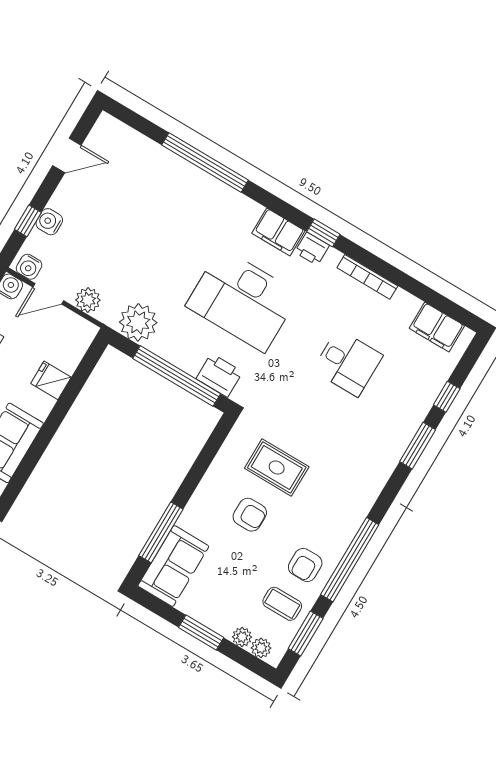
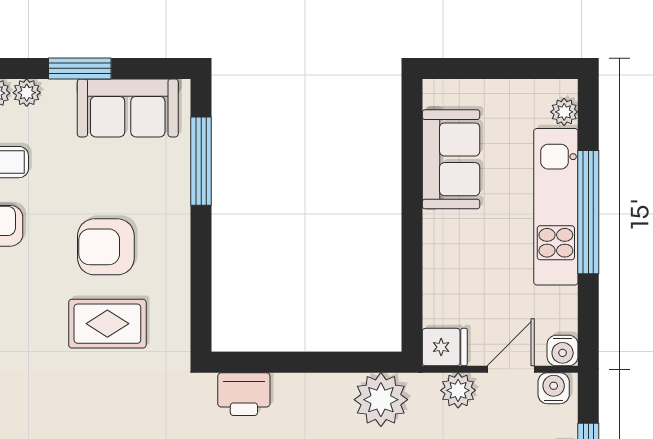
window: (177, 376) -> (295, 362), removed
fridge: (51, 380) -> (445, 347), moved
armchair: (250, 515) -> (106, 247), width x1.38, depth x1.38
sofa: (173, 566) -> (128, 108), moved, turned -90

